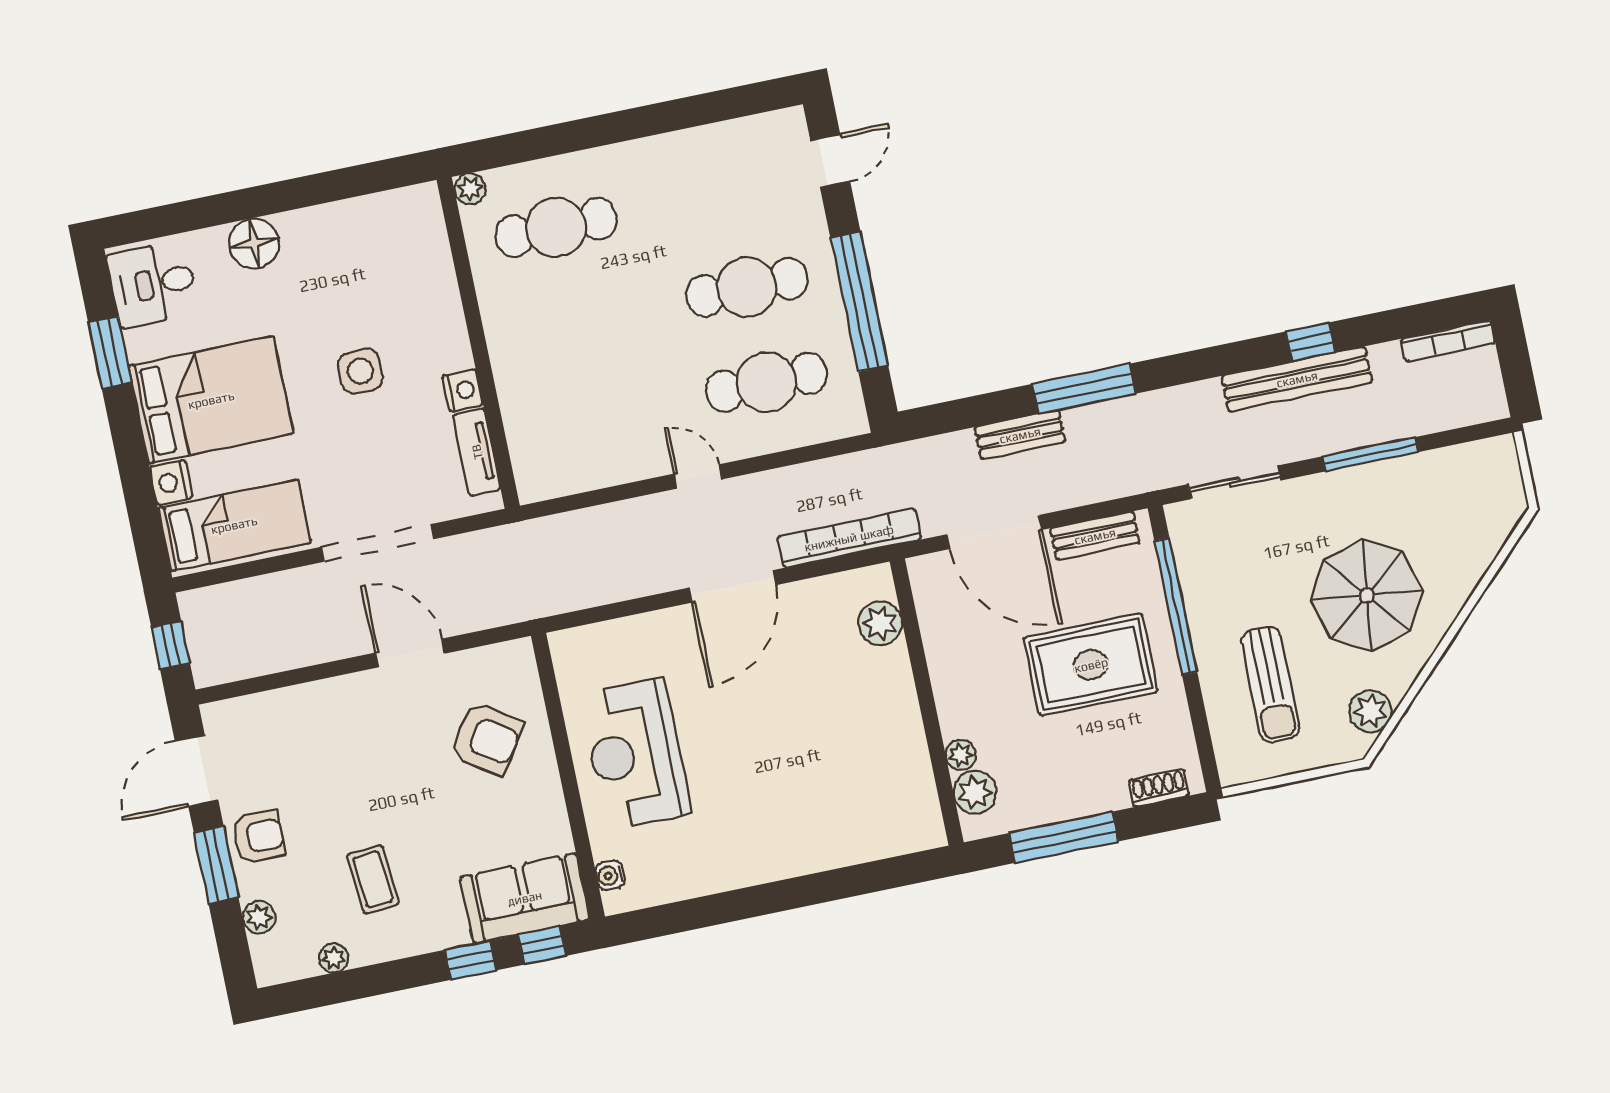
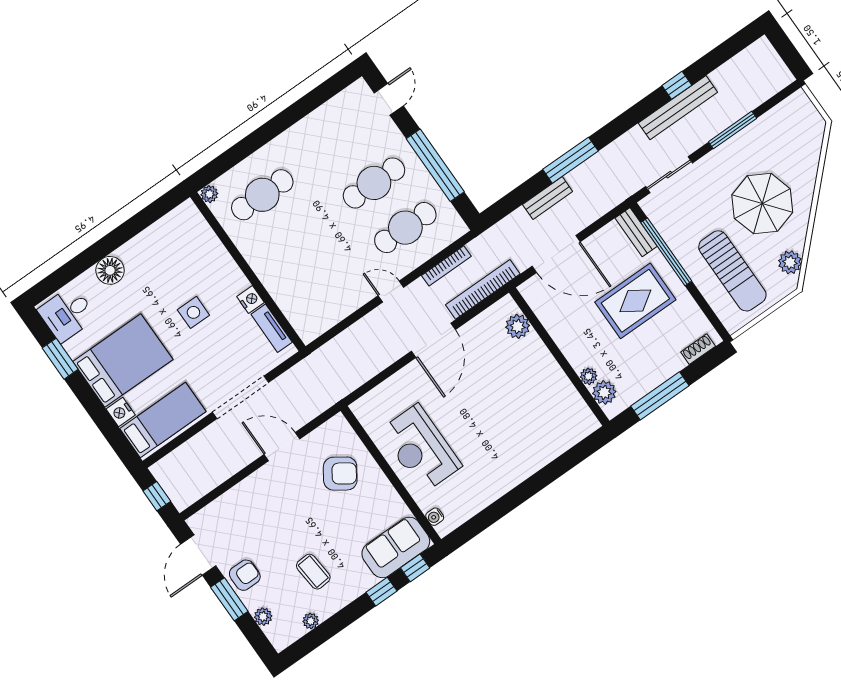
bookcase: (1448, 341) -> (446, 266), moved
bench: (1095, 536) -> (636, 232), moved, turned 90
sun lounger: (1270, 684) -> (732, 271), width x1.36, depth x1.34

